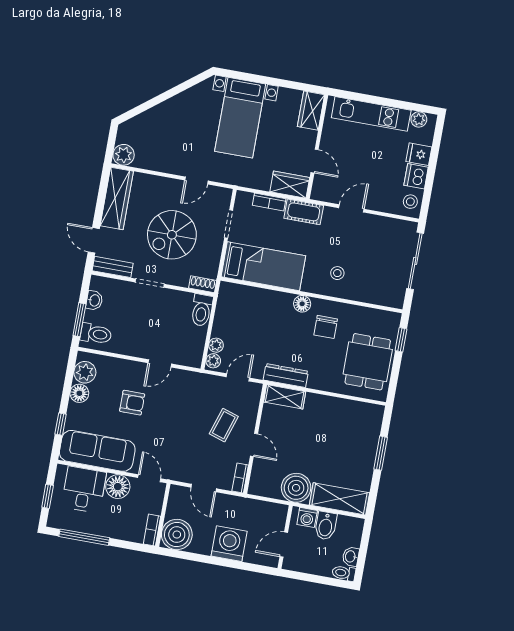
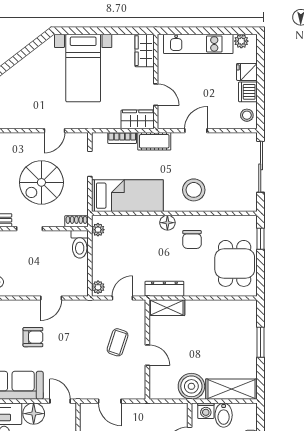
stool: (337, 273) -> (194, 190), width x1.89, depth x1.89
plant: (216, 345) -> (98, 230), moved
bookcase: (240, 478) -> (140, 386), removed

